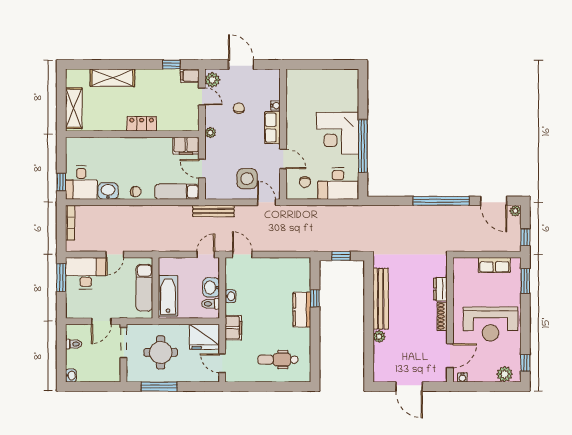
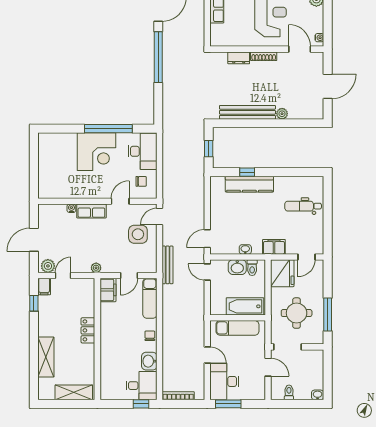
chair: (239, 108) -> (74, 242), removed
kitchen counter: (302, 310) -> (249, 184), width x1.50
dental chair: (278, 360) -> (303, 206), turned 90

